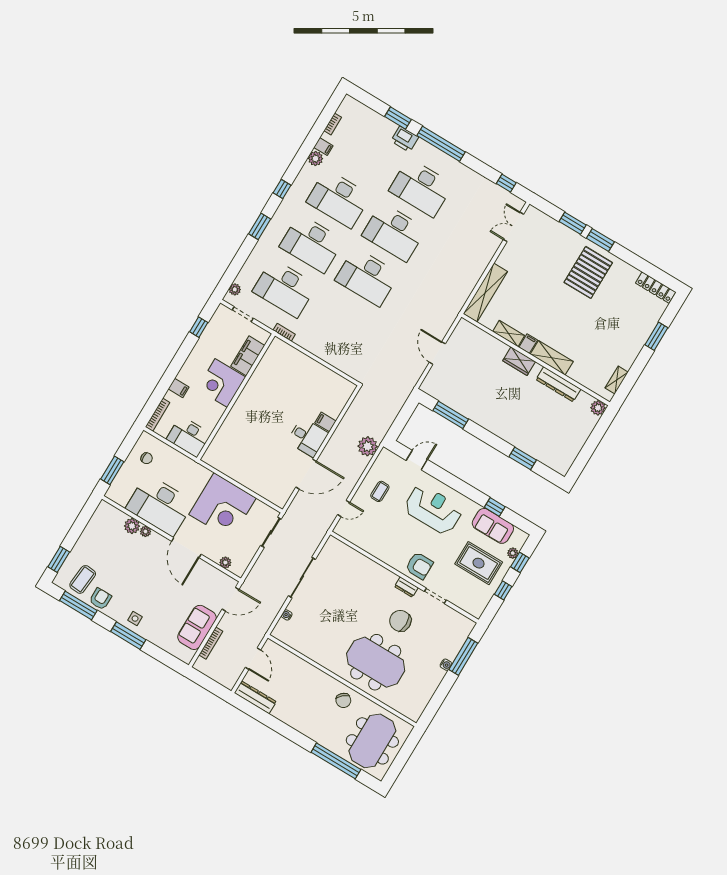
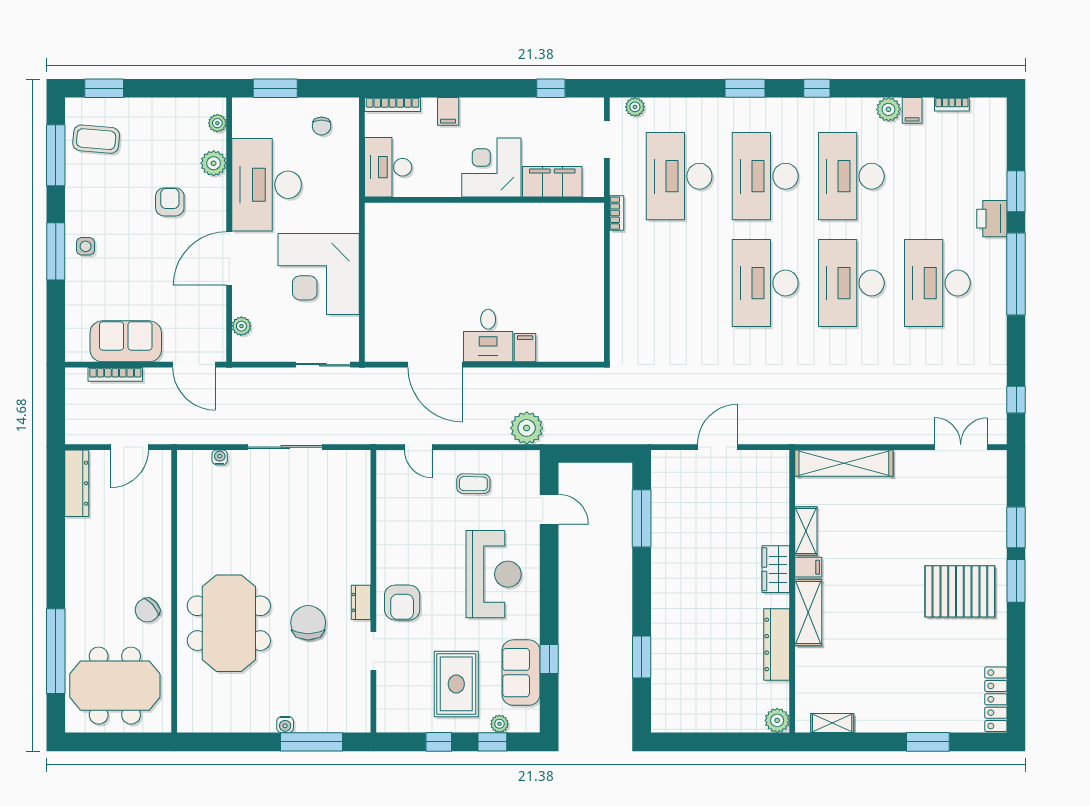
plant: (146, 531) -> (217, 123), moved
armchair: (100, 599) -> (170, 202), moved, turned -90

